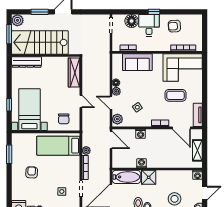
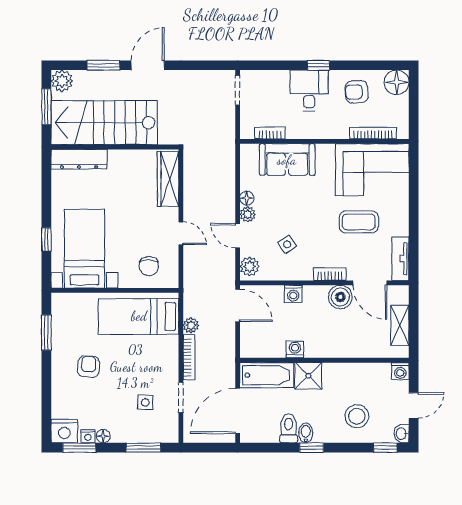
floor lamp: (132, 21) -> (397, 82), moved
boiler: (166, 135) -> (340, 297), added

